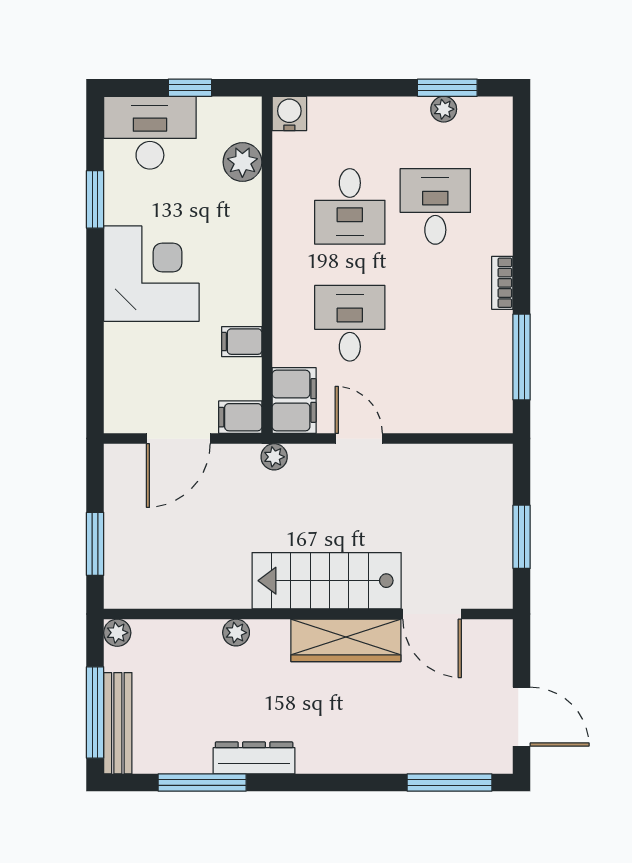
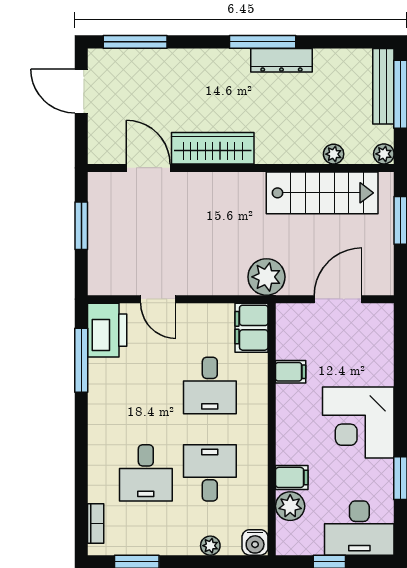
plant: (444, 109) -> (210, 546), moved
bookcase: (502, 283) -> (96, 524), moved
printer: (487, 397) -> (107, 330), added
filing cabinet: (240, 417) -> (292, 477), moved
door: (359, 439) -> (158, 299), moved
plant: (274, 457) -> (266, 277), width x1.88, depth x1.88
stairs: (327, 581) -> (322, 193), moved
plant: (236, 633) -> (334, 154), moved
window: (202, 783) -> (263, 42), moved

